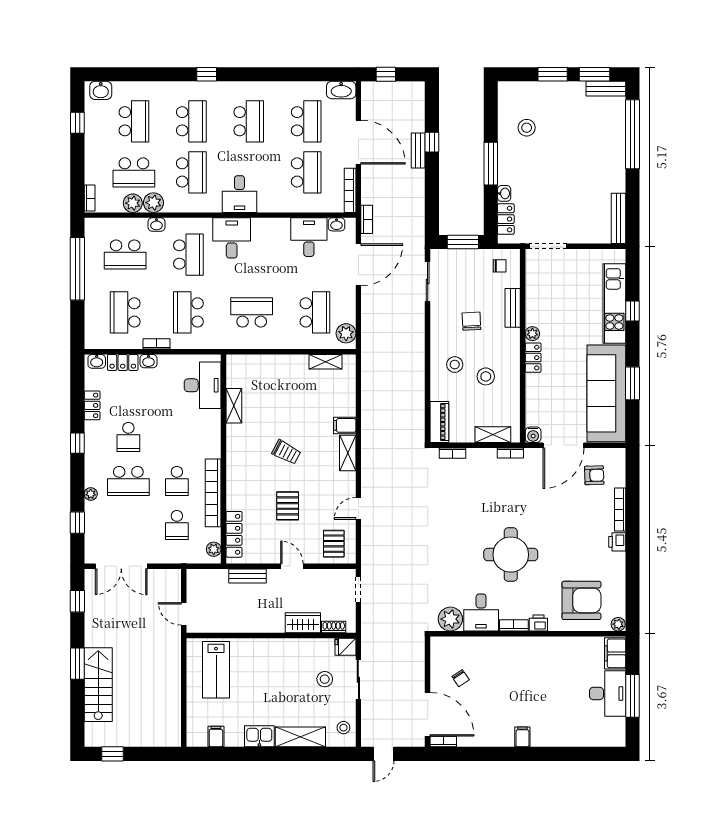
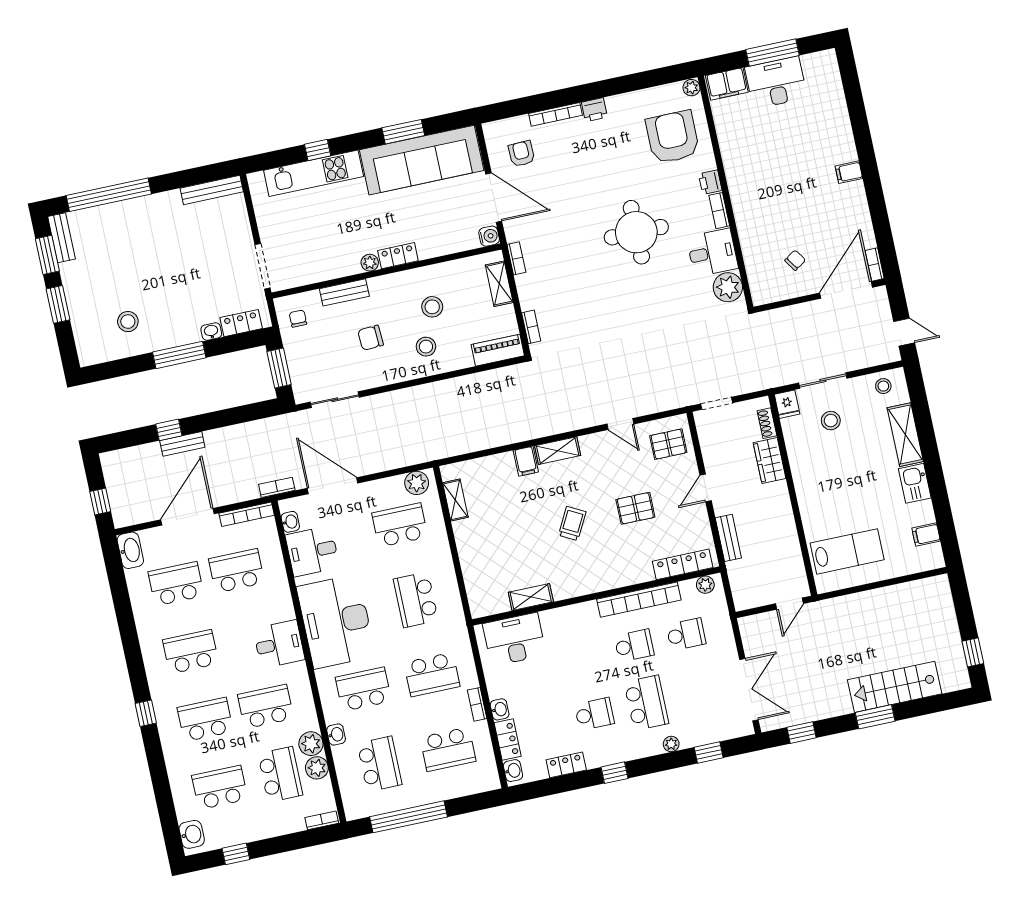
desk: (232, 238) -> (336, 621), width x1.87, depth x1.30

